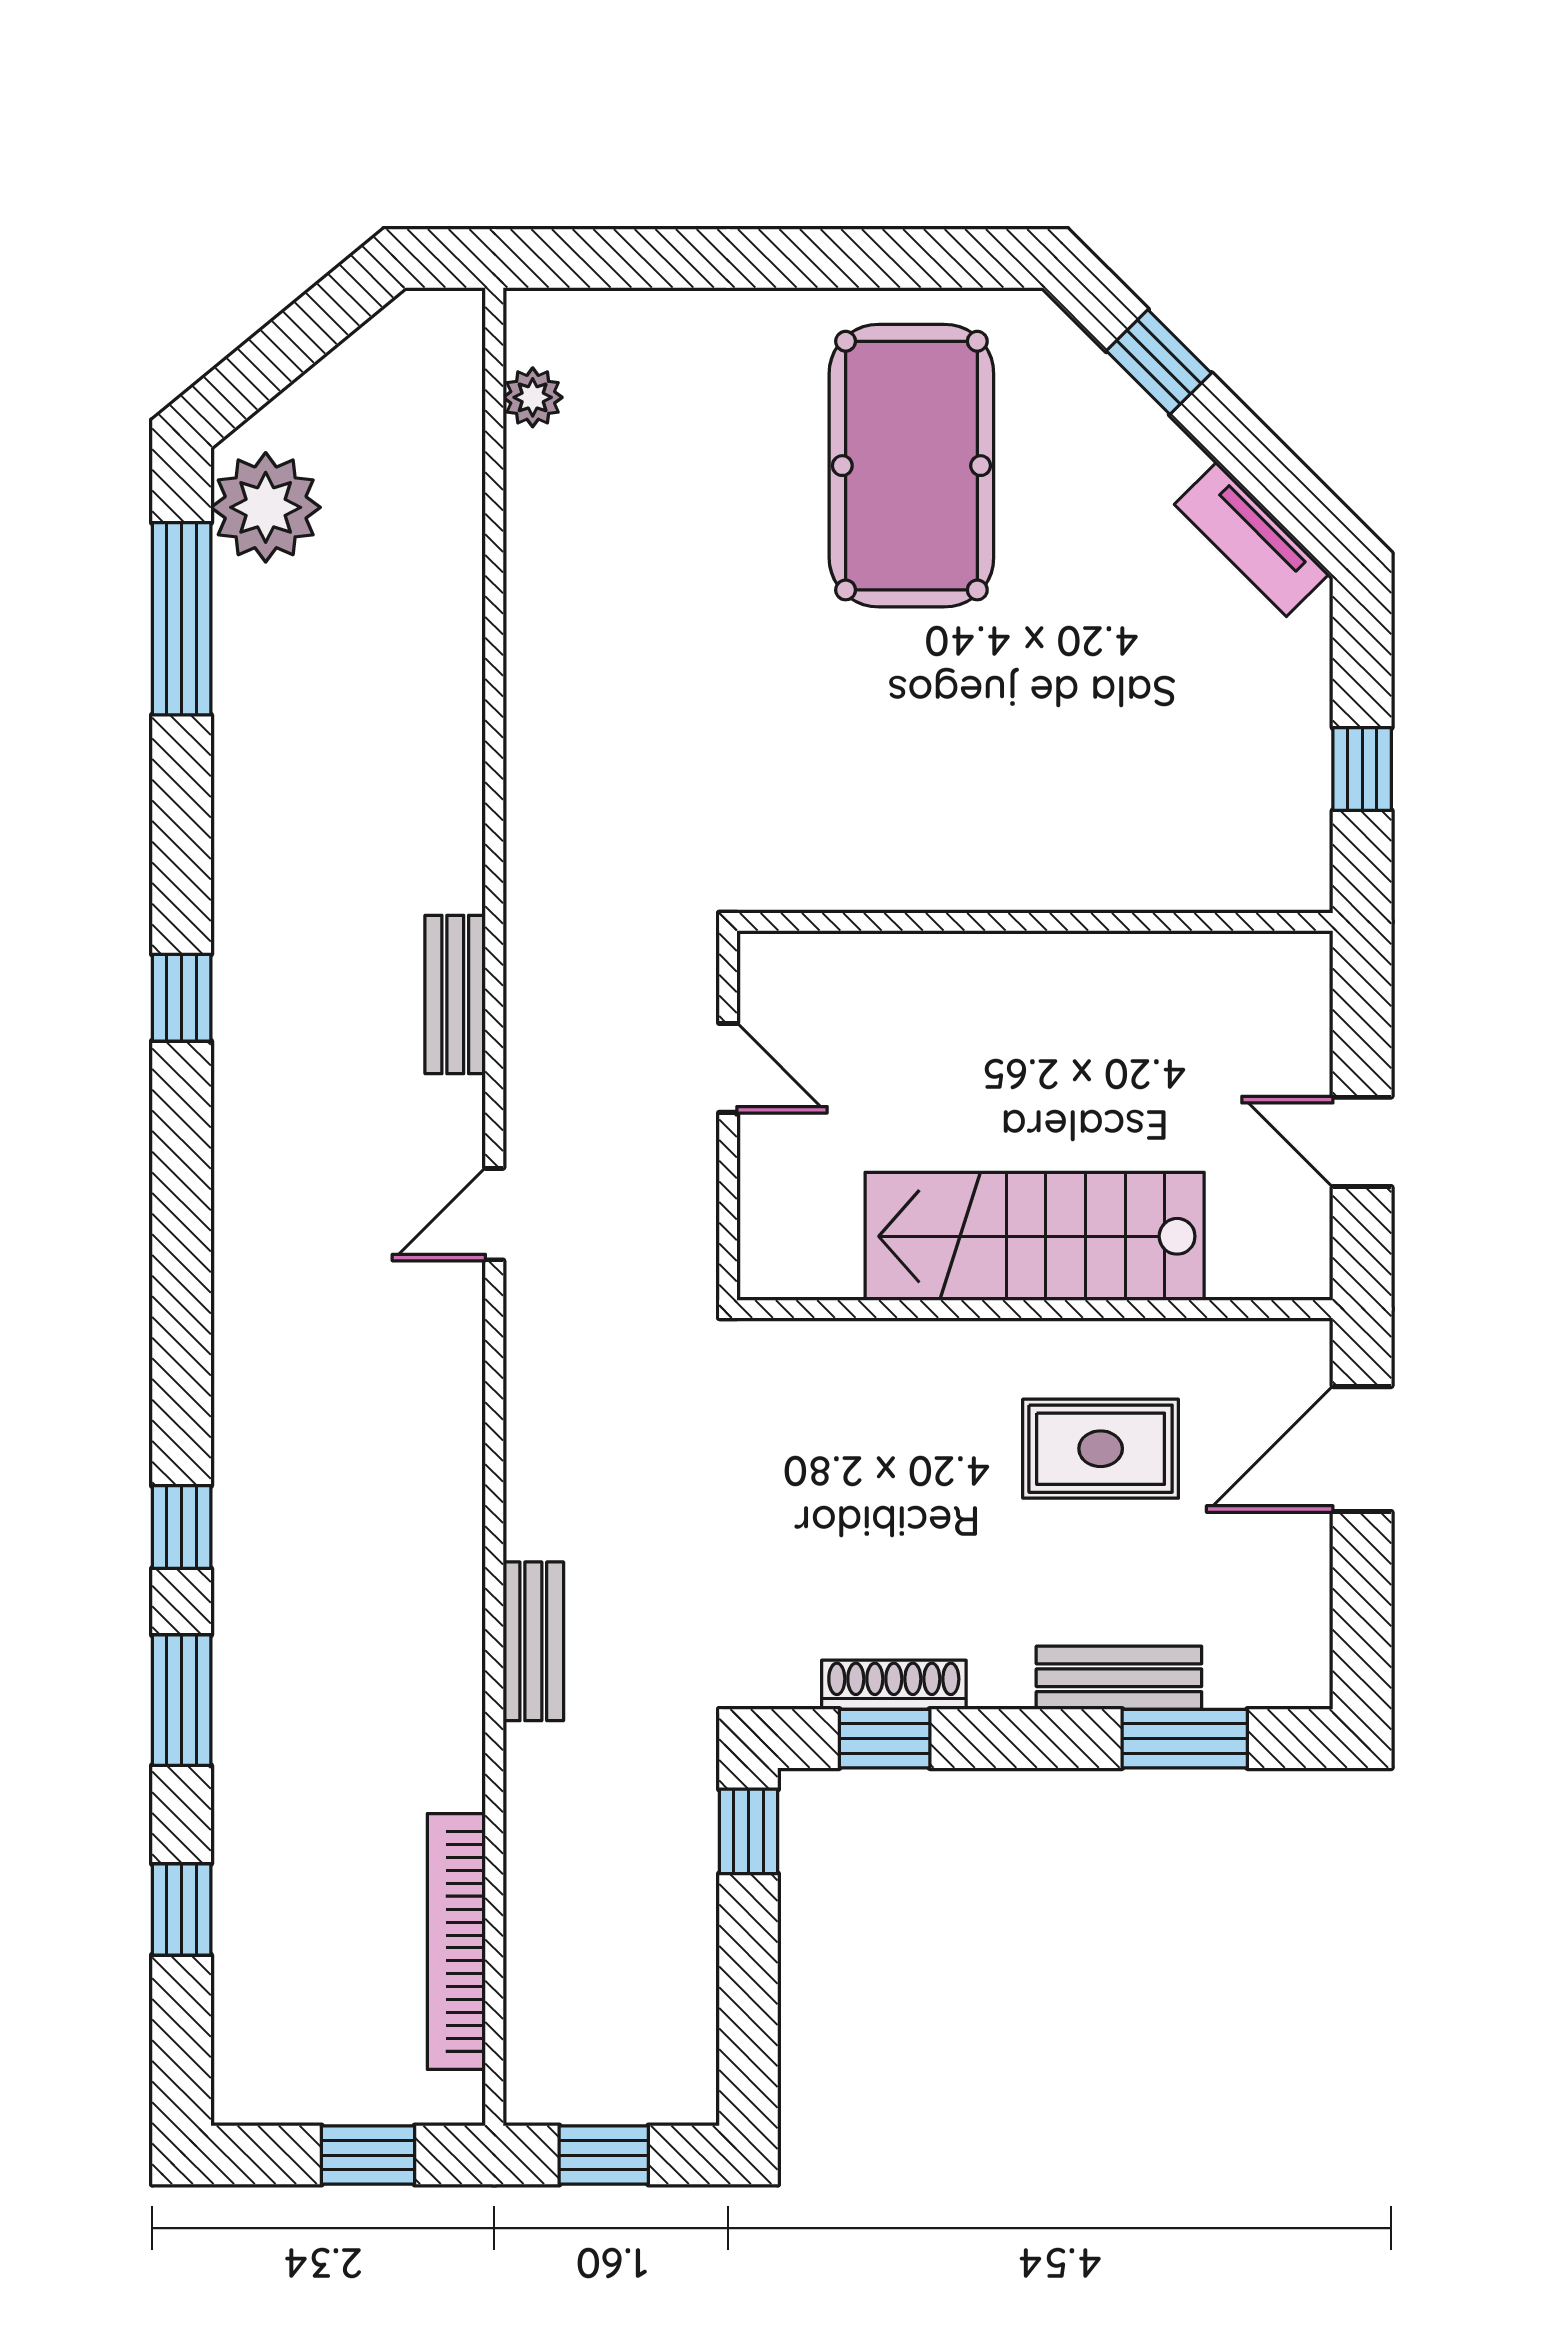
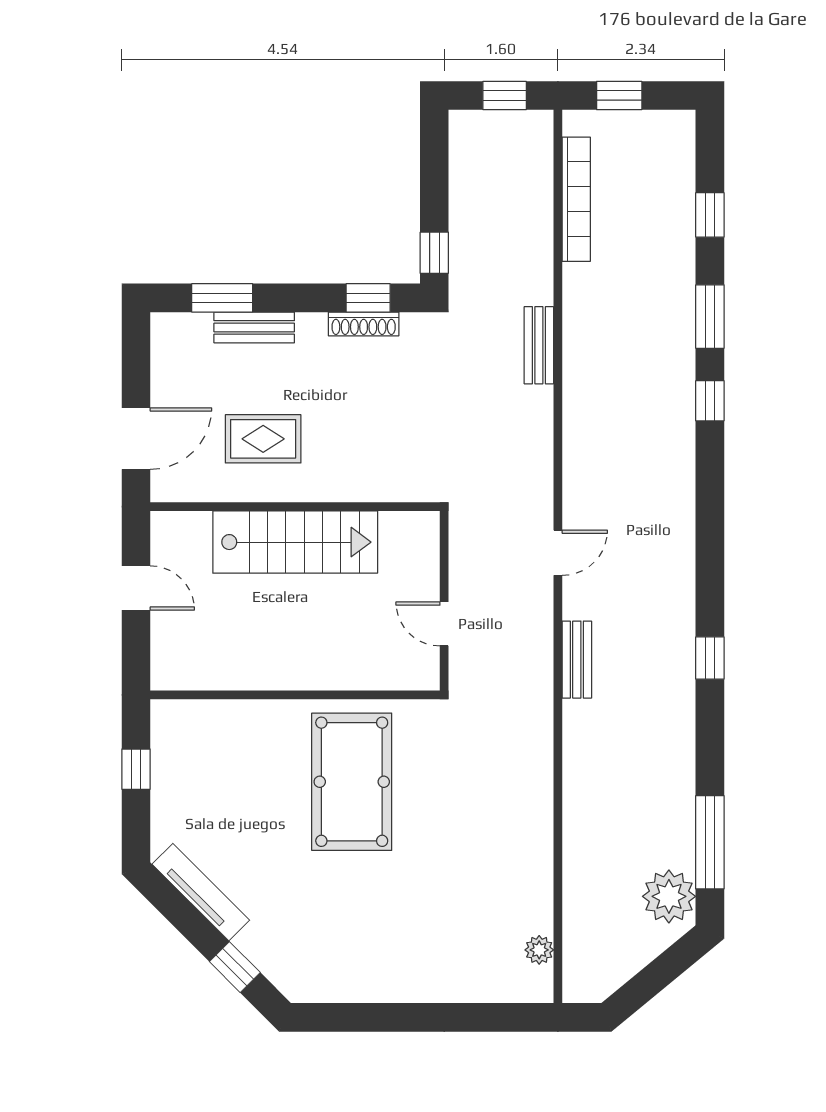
pool table: (911, 466) -> (352, 782), moved
tv unit: (1252, 539) -> (201, 892), width x1.41

